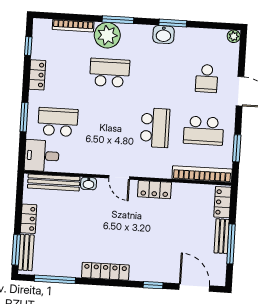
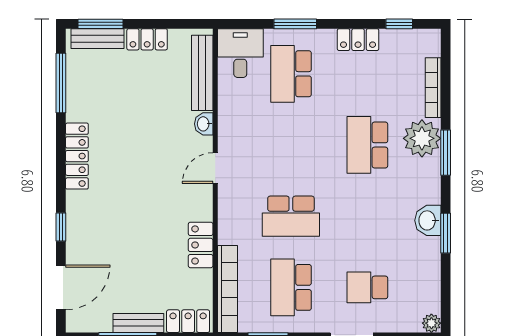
school desk: (110, 73) -> (367, 145), turned 180
school desk: (58, 122) -> (291, 74), turned 180
locker: (154, 190) -> (201, 245), moved

